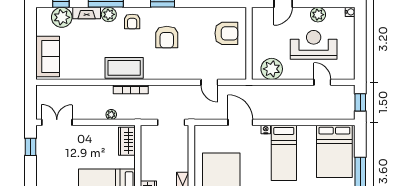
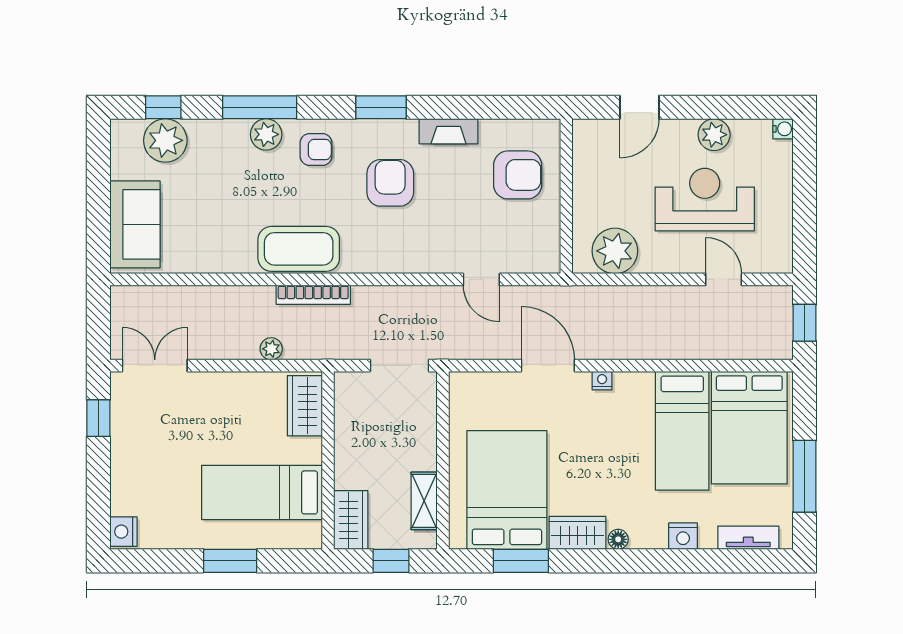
fireplace: (87, 13) -> (449, 131), moved
armchair: (132, 22) -> (316, 149), turned -90
armchair: (167, 37) -> (390, 183), turned 180
bed: (284, 153) -> (682, 431), moved

